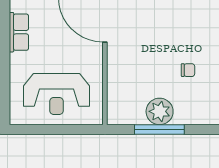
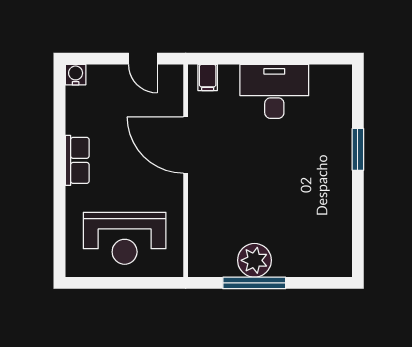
chair: (188, 70) -> (290, 208), removed

